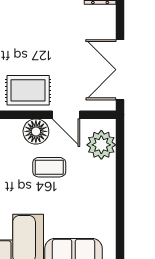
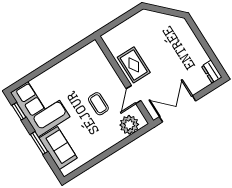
floor lamp: (36, 131) -> (114, 84), removed

